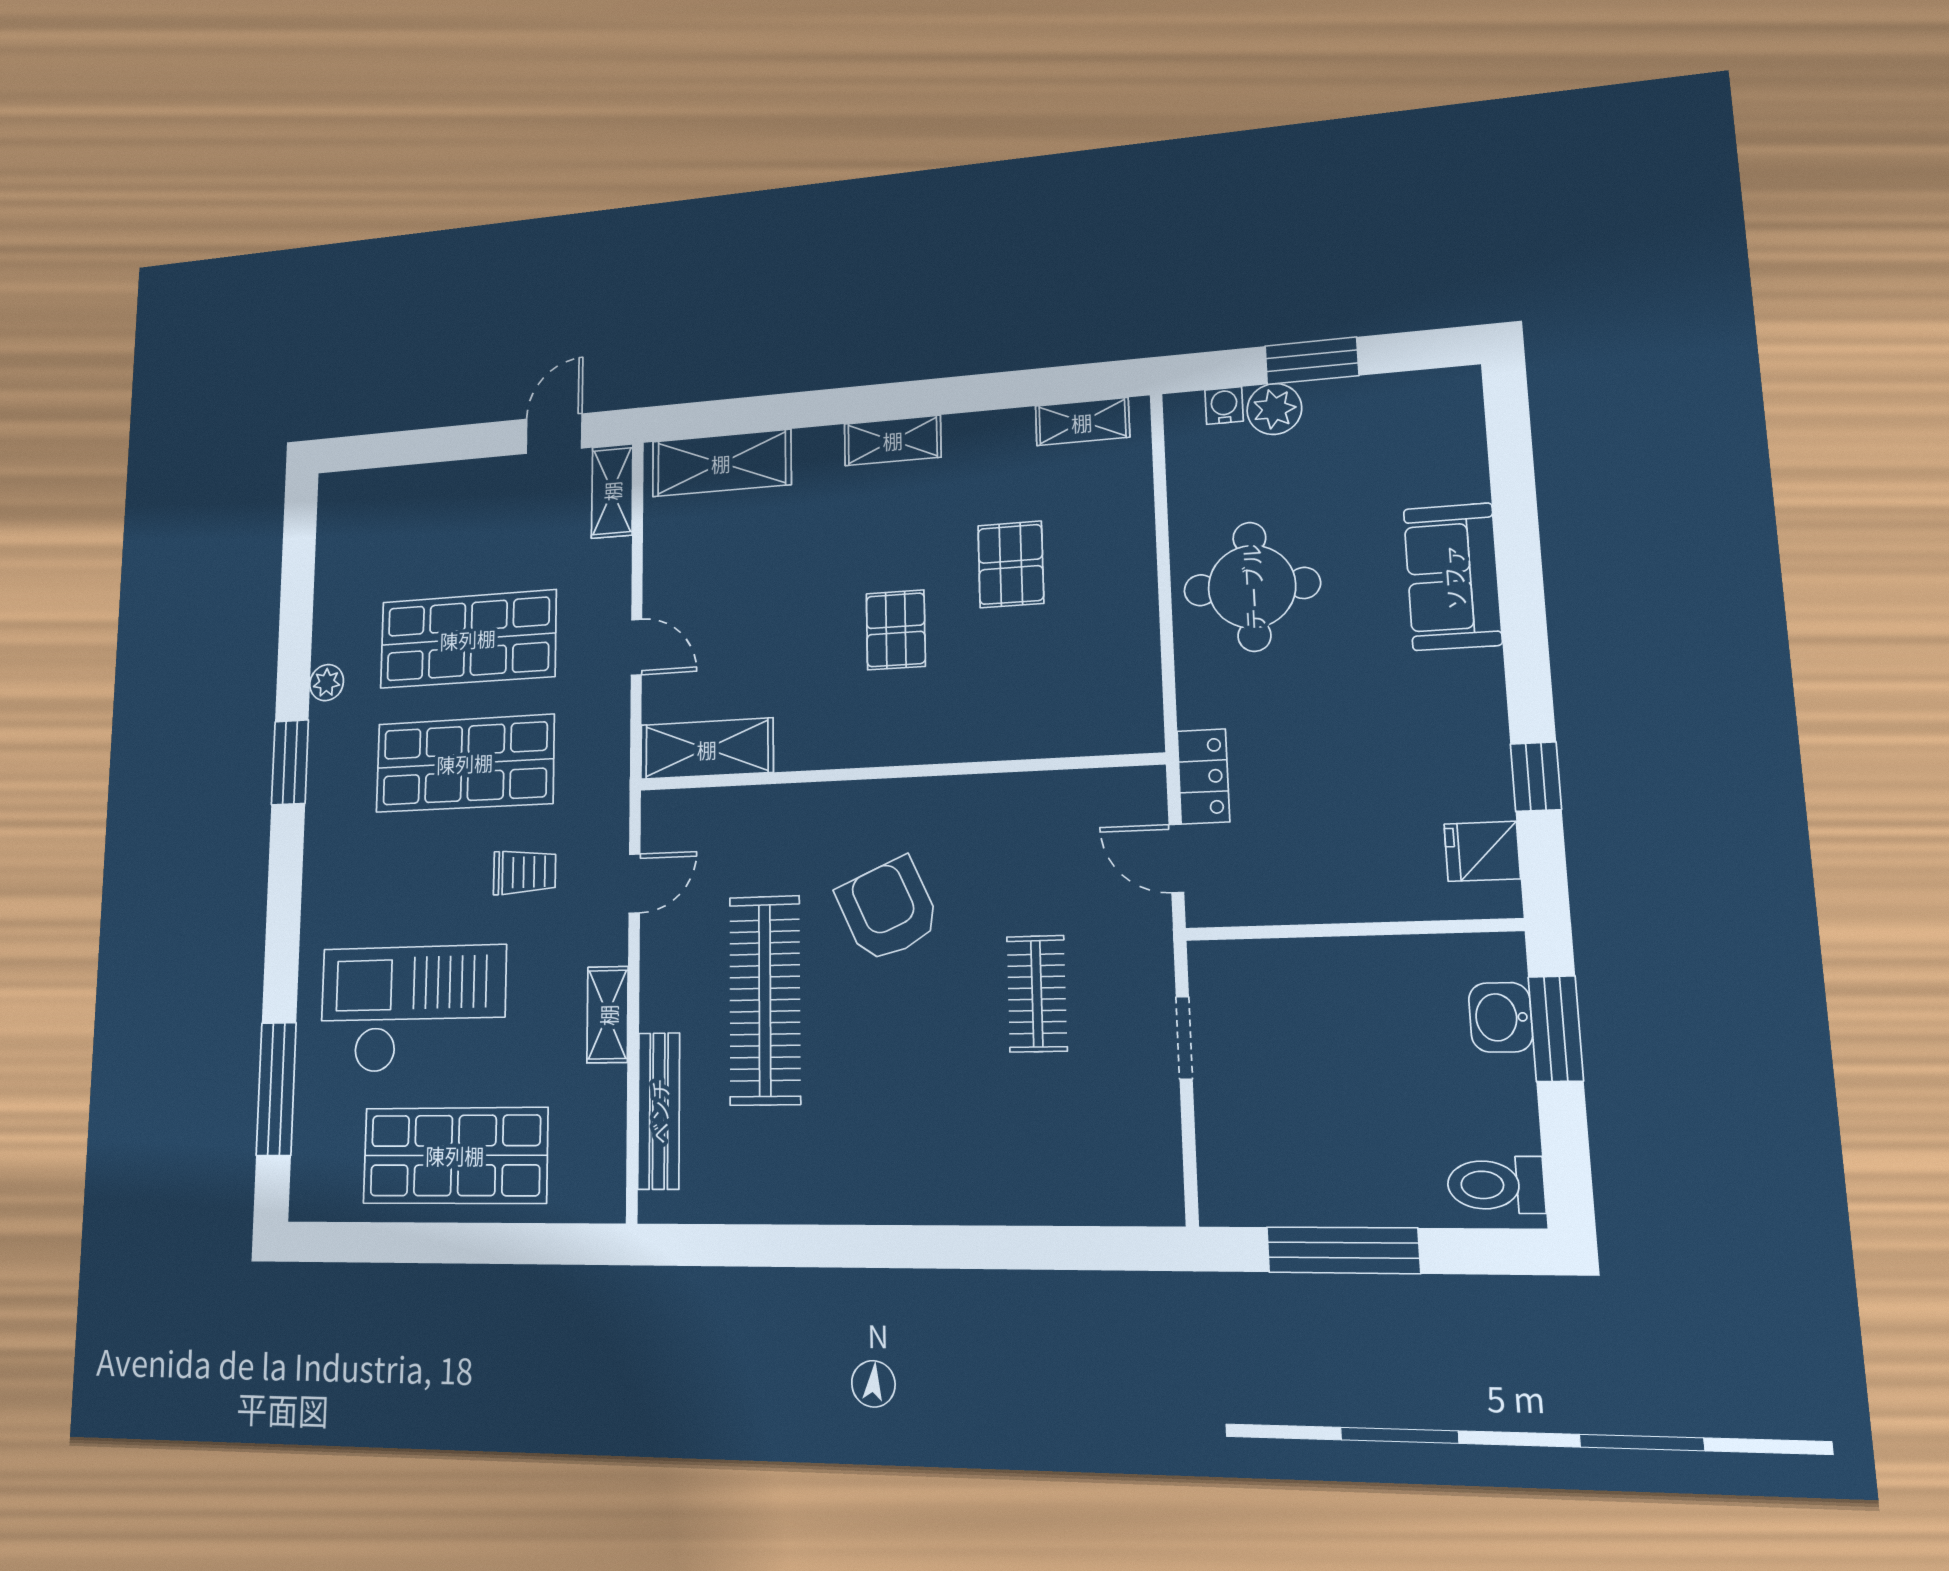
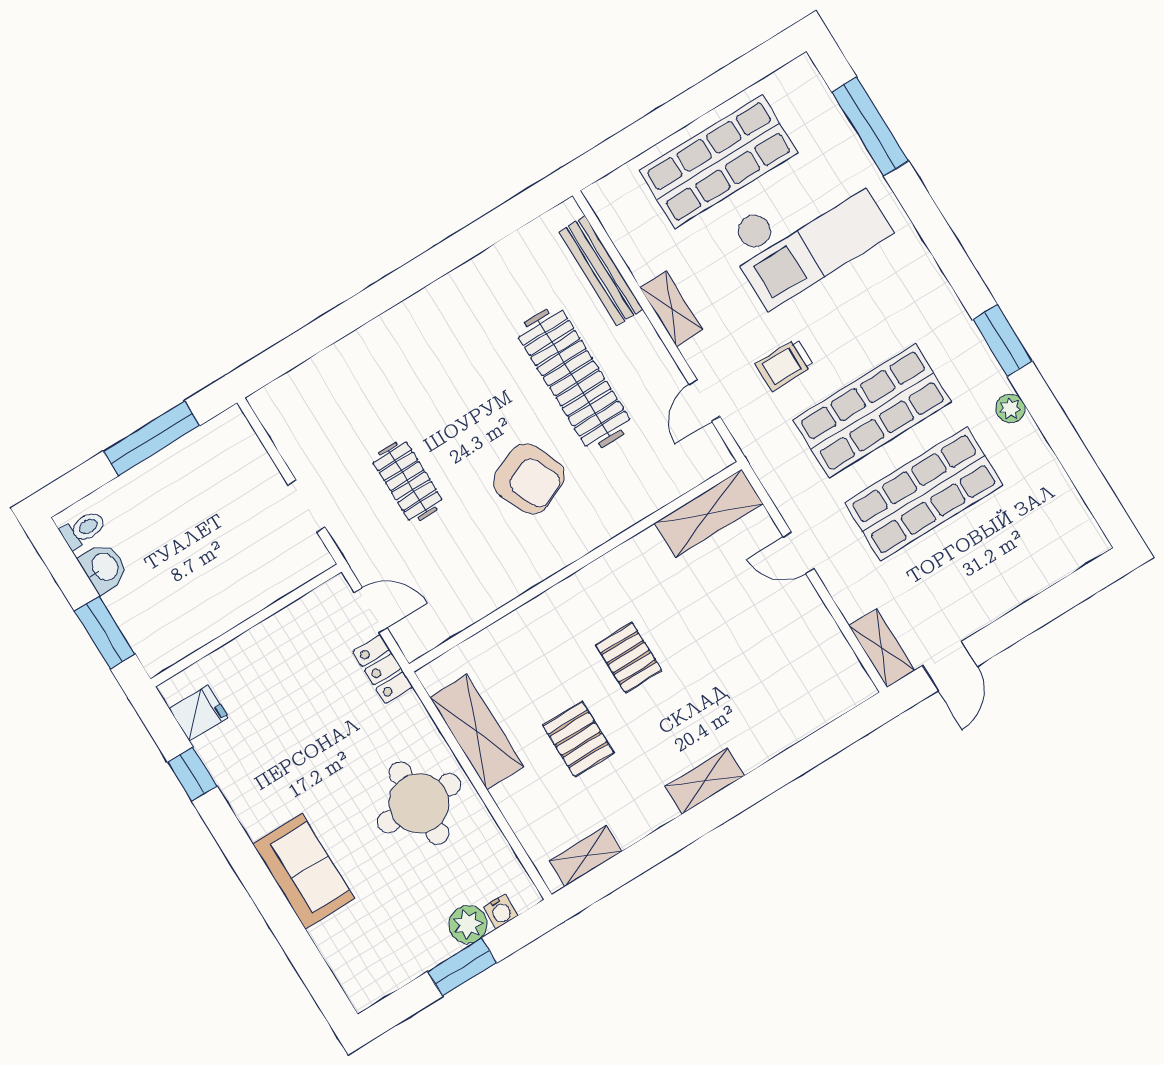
shelving: (721, 463) -> (477, 732), moved, turned 90
washbasin: (1501, 1017) -> (104, 567), moved
toilet: (1496, 1185) -> (83, 529), width x0.73, depth x0.72

